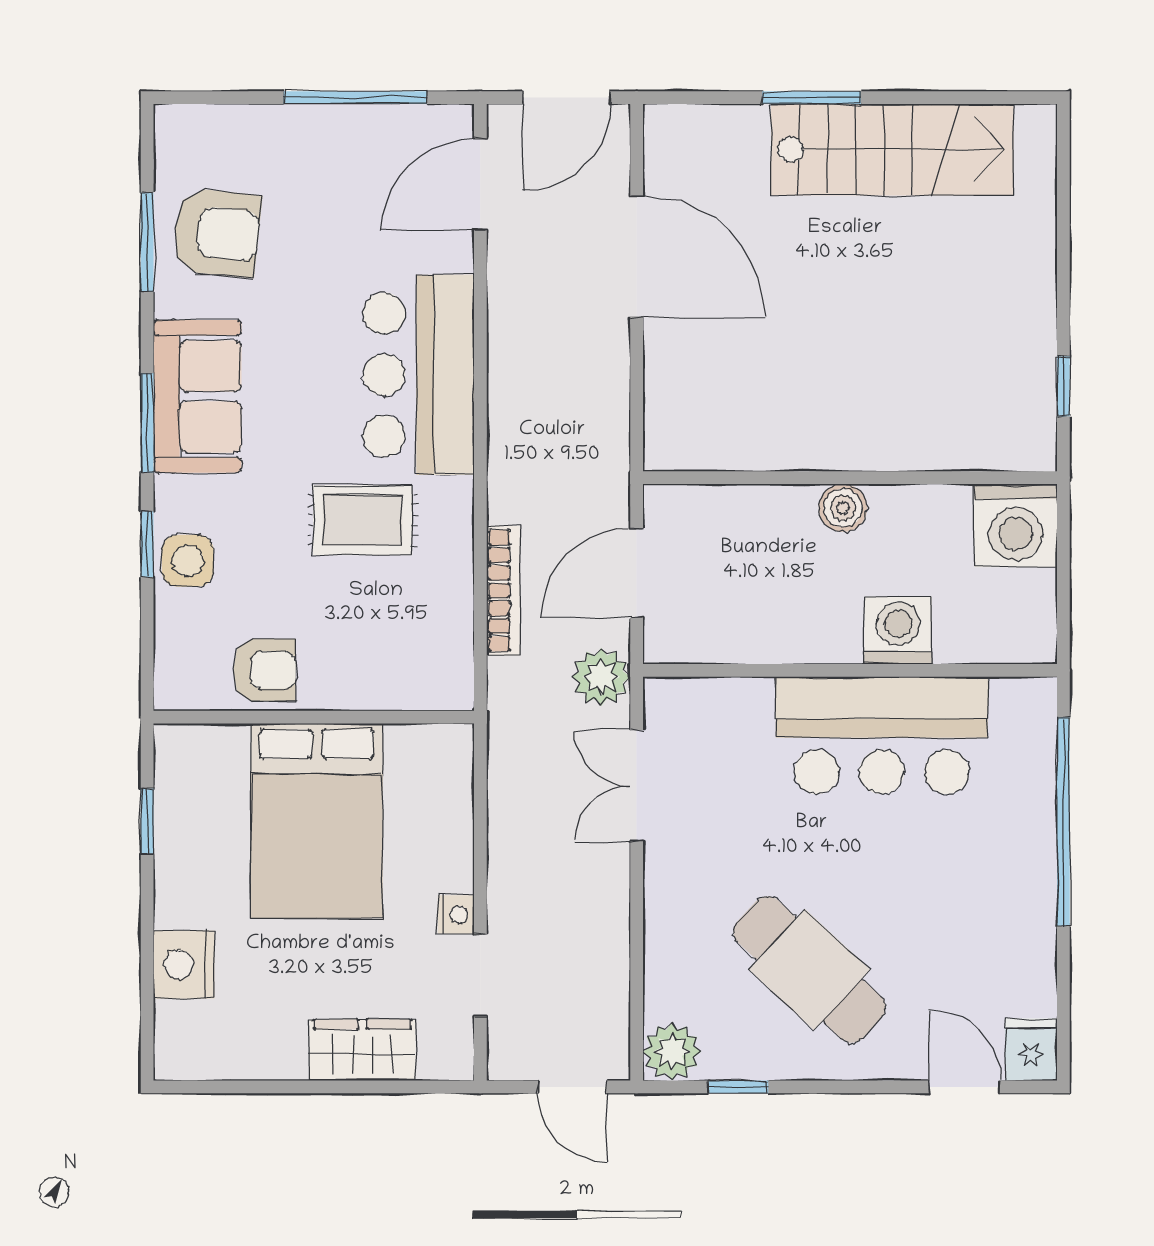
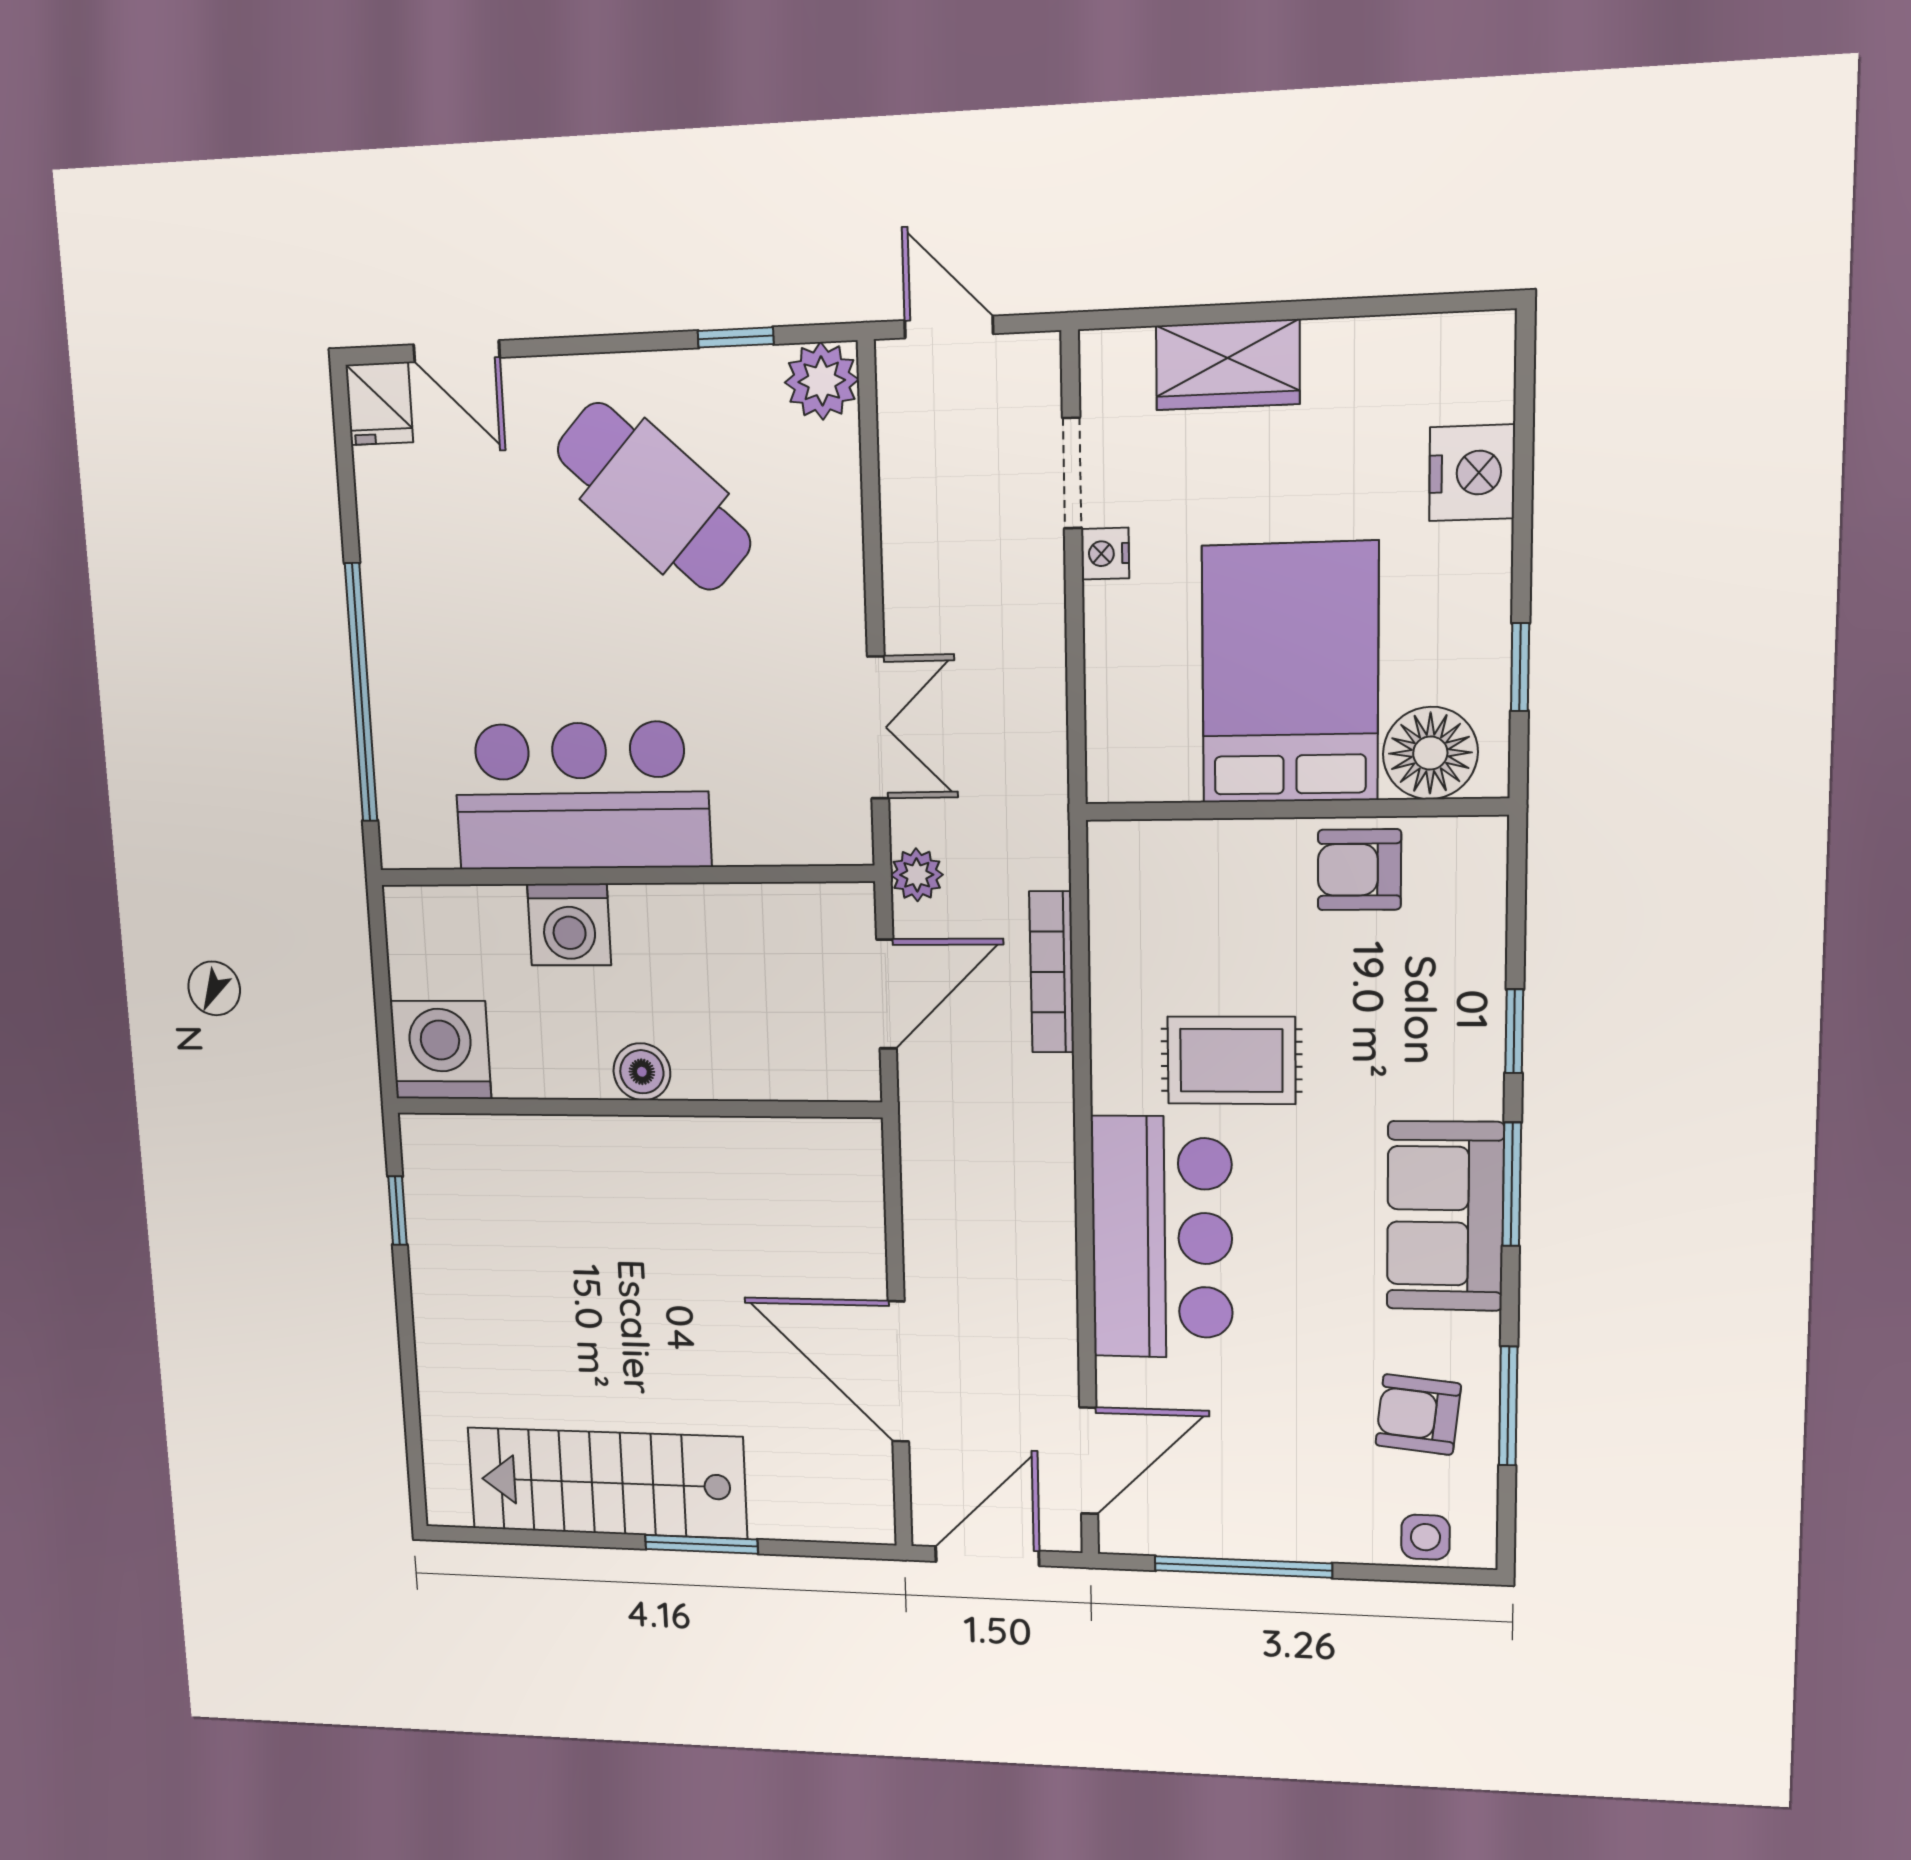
armchair: (217, 233) -> (1418, 1415), width x0.72, depth x0.72
side table: (188, 561) -> (1425, 1537), moved, width x0.73, depth x0.73
plant: (601, 677) -> (917, 875), width x0.73, depth x0.73
floor lamp: (212, 758) -> (1430, 753), added

